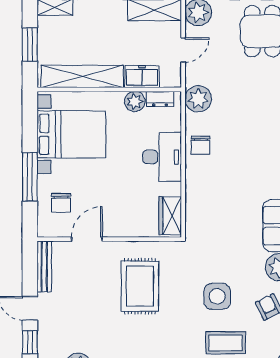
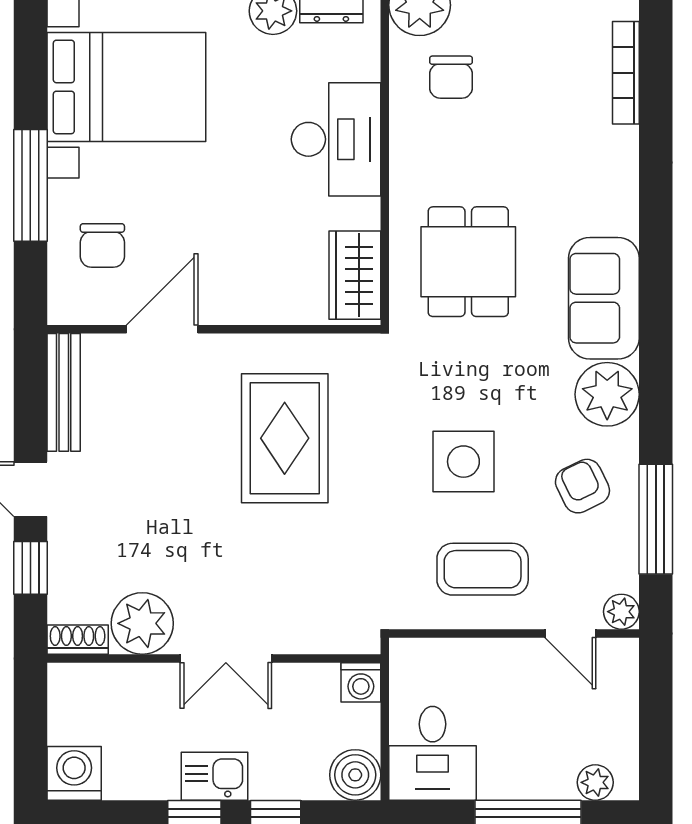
chair: (201, 145) -> (451, 77), moved
dining table: (219, 210) -> (468, 262), added

